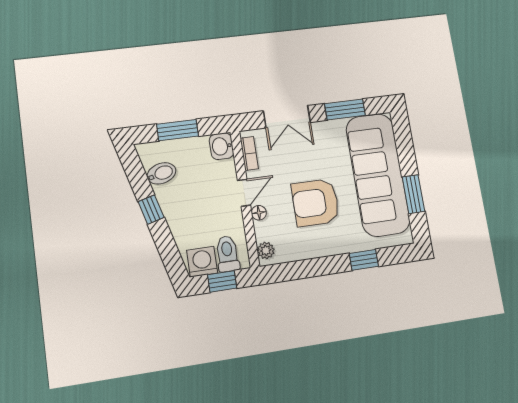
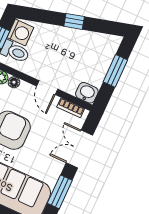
bidet: (161, 173) -> (93, 43), removed
floor lamp: (259, 213) -> (14, 82), moved

